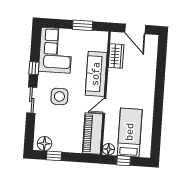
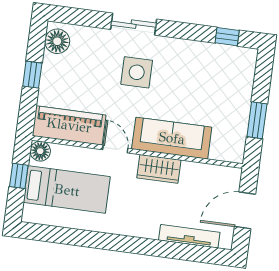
corner sofa: (56, 50) -> (217, 71), removed
wardrobe: (116, 56) -> (159, 169), moved
tv unit: (152, 60) -> (189, 236), added
window: (34, 68) -> (227, 37), moved
window: (54, 156) -> (32, 75), moved

